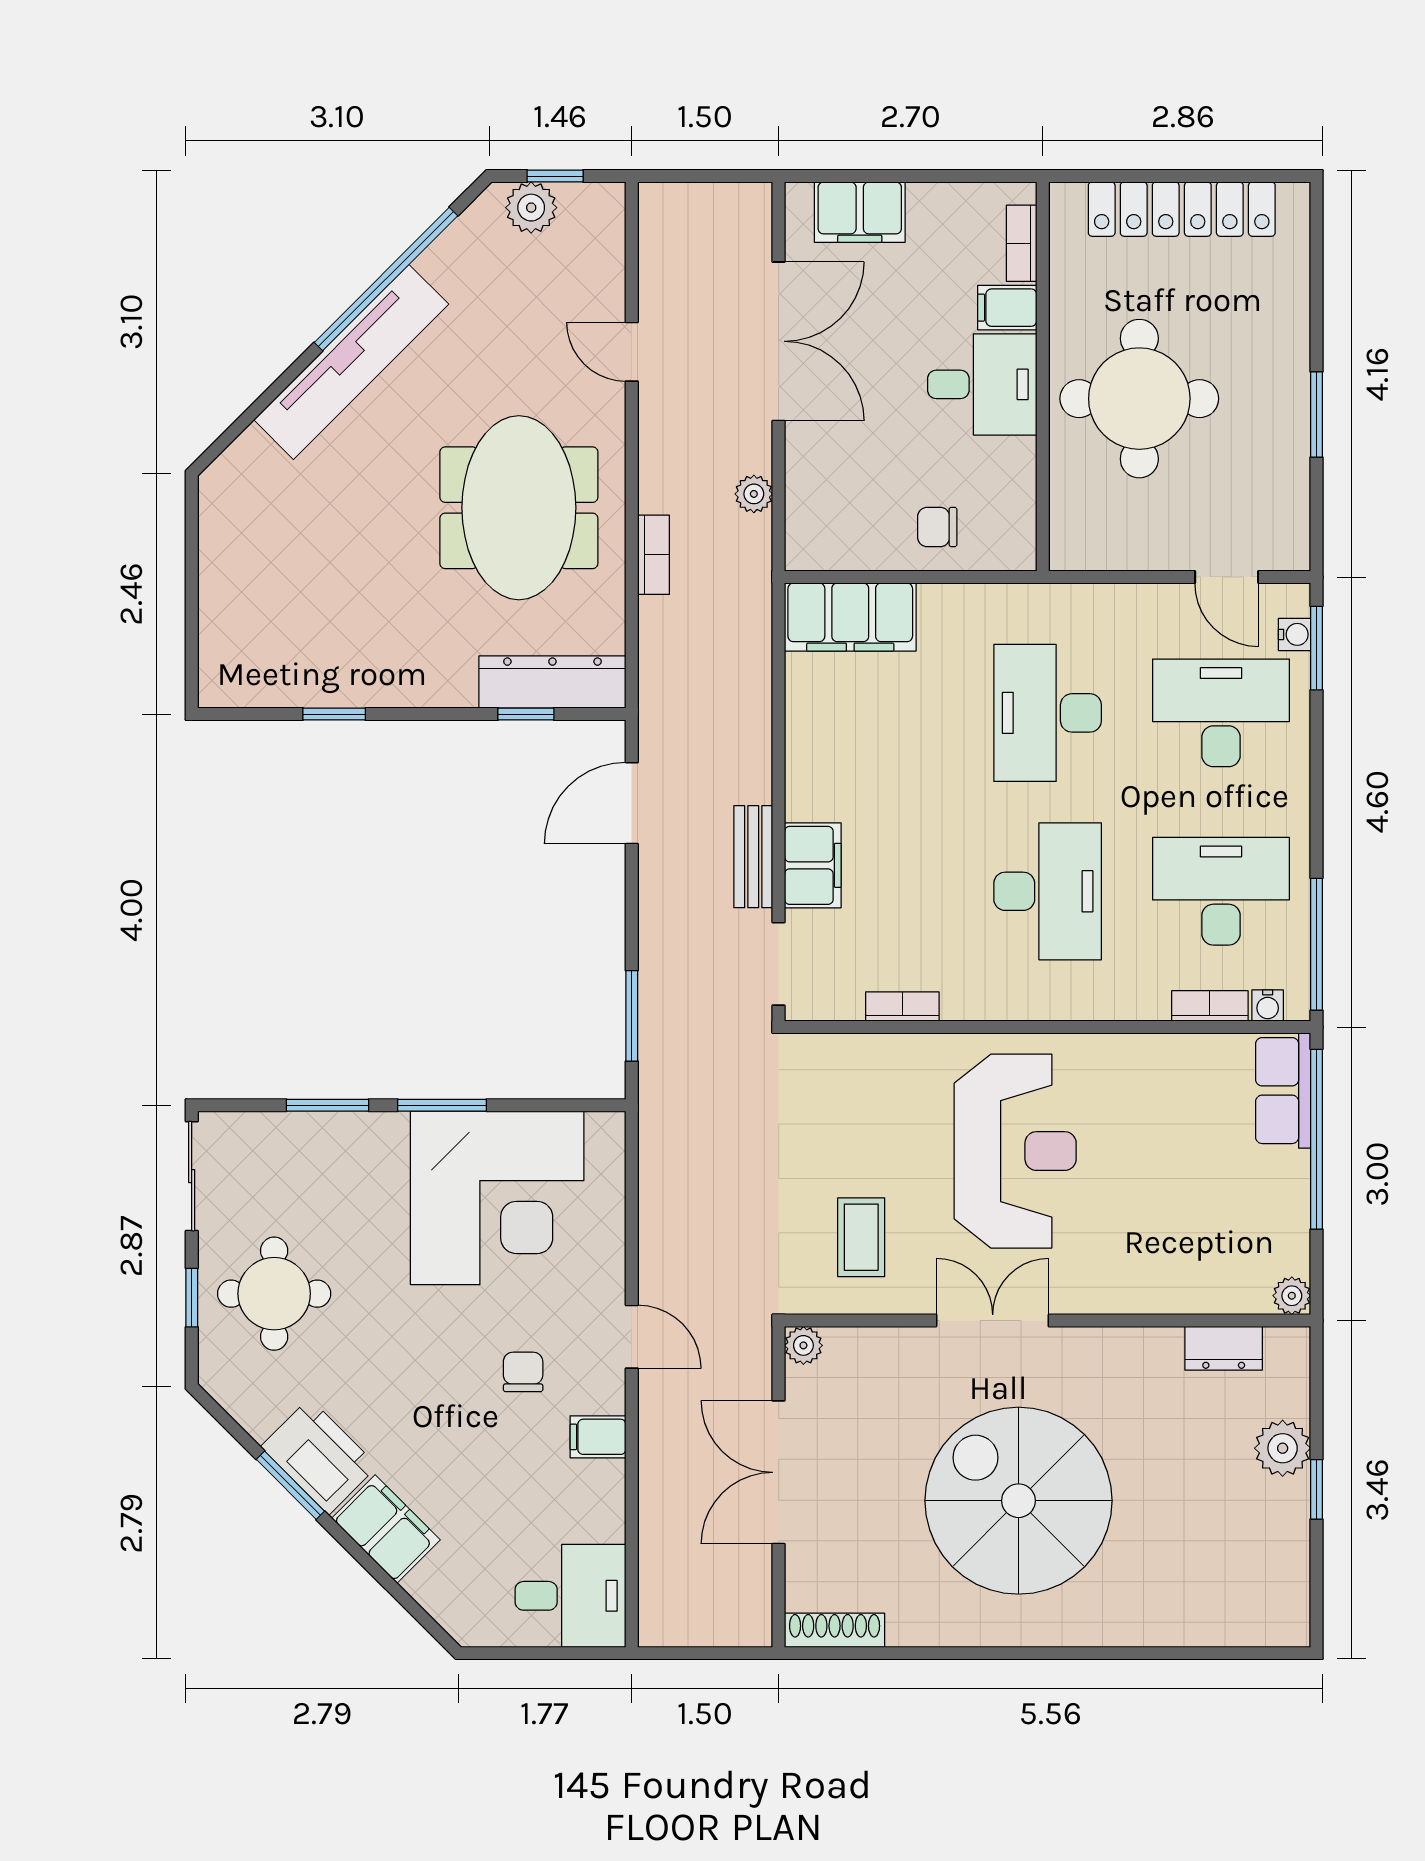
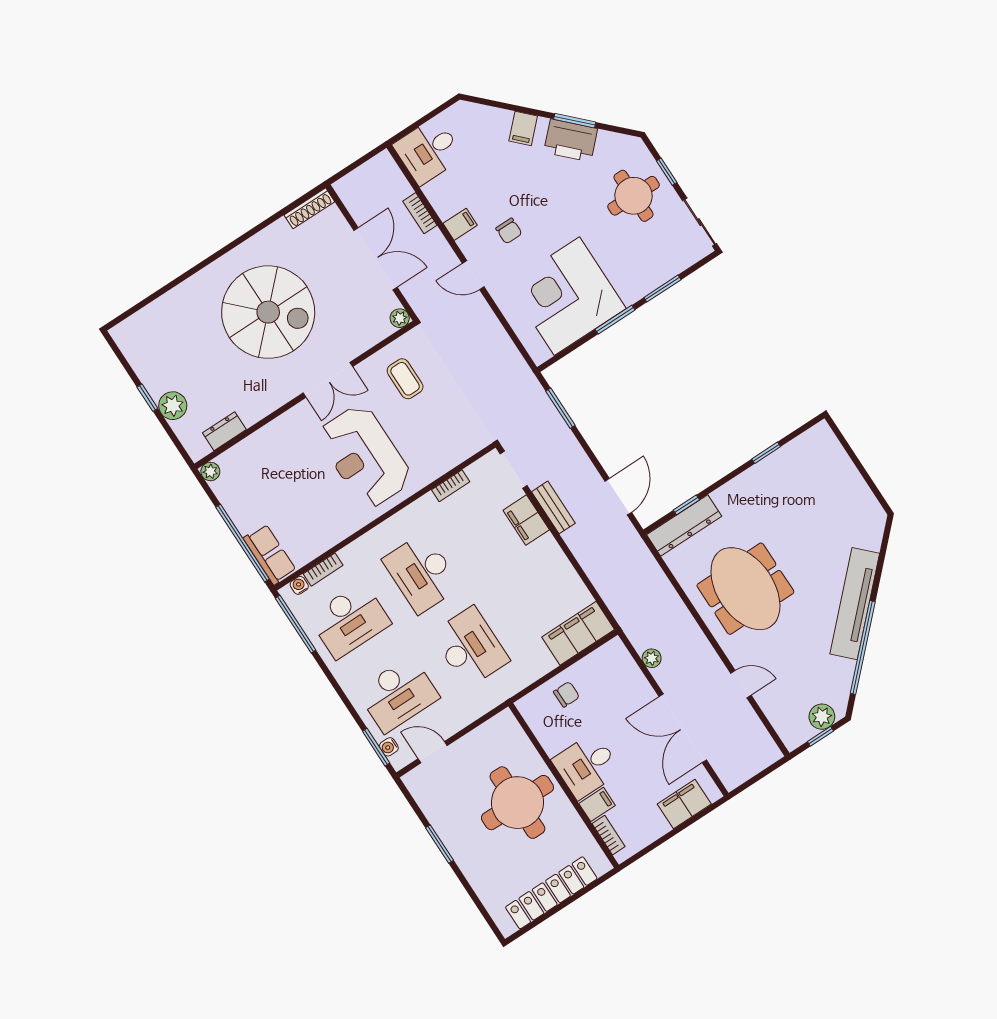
bookcase: (654, 555) -> (420, 213), moved
filing cabinet: (386, 1529) -> (523, 128), width x0.50

